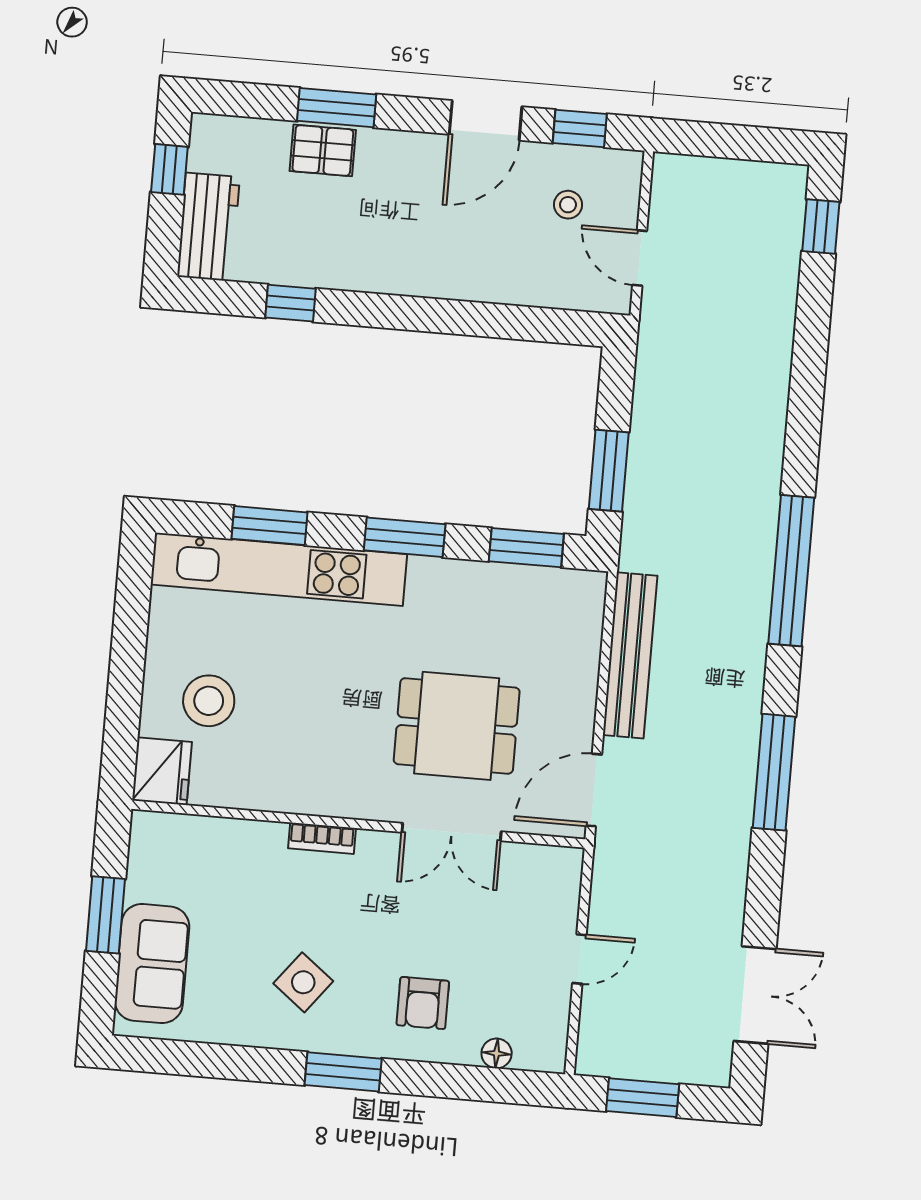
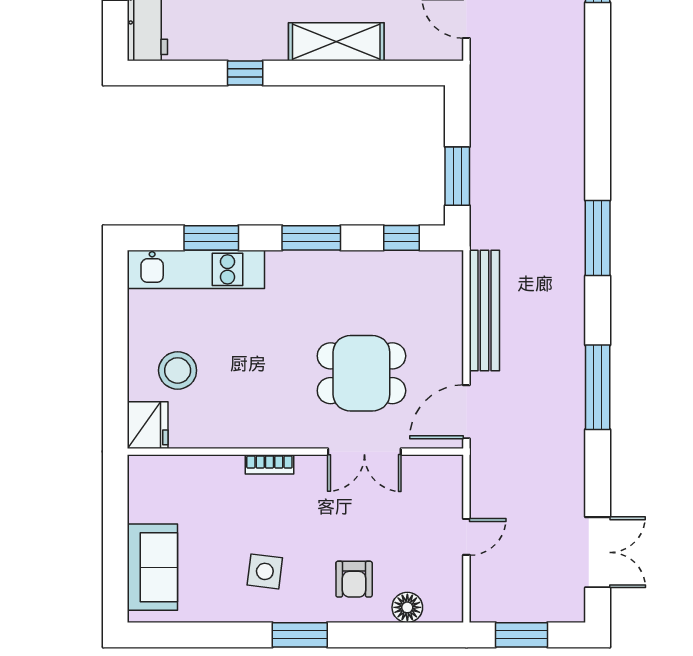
shelving: (461, 275) -> (336, 42), added
window: (290, 303) -> (245, 73), moved
window: (526, 548) -> (401, 238), width x0.67
kitchen unit: (279, 569) -> (196, 269), width x0.73
window: (791, 571) -> (598, 238), width x0.68
window: (106, 915) -> (115, 534), removed
side table: (303, 982) -> (265, 571), turned -31
floor lamp: (497, 1053) -> (407, 607), width x1.37, depth x1.37

